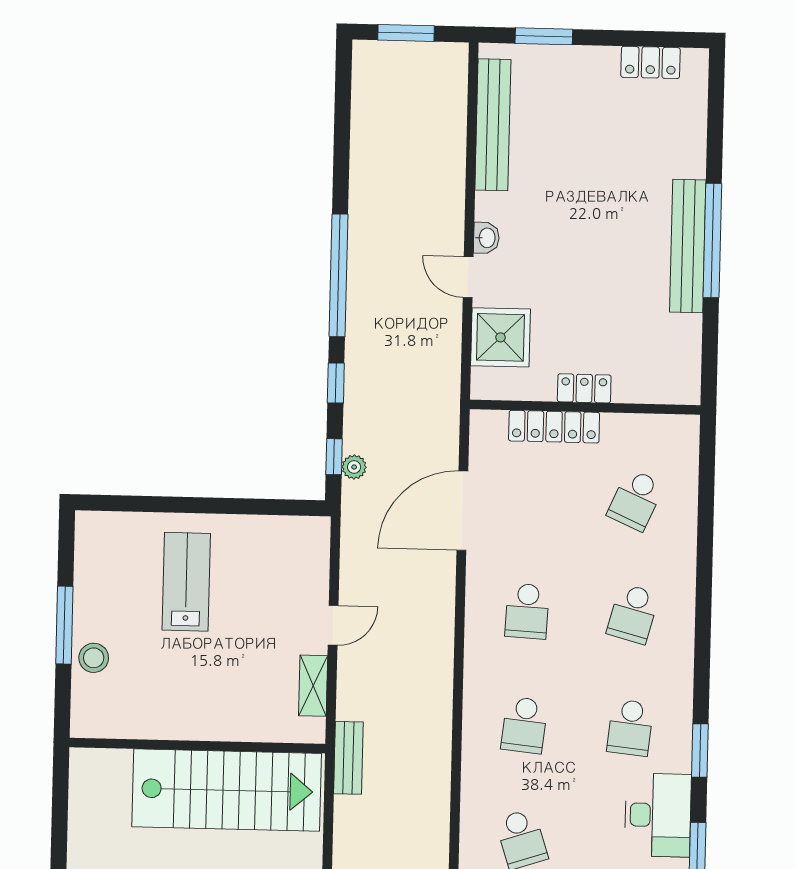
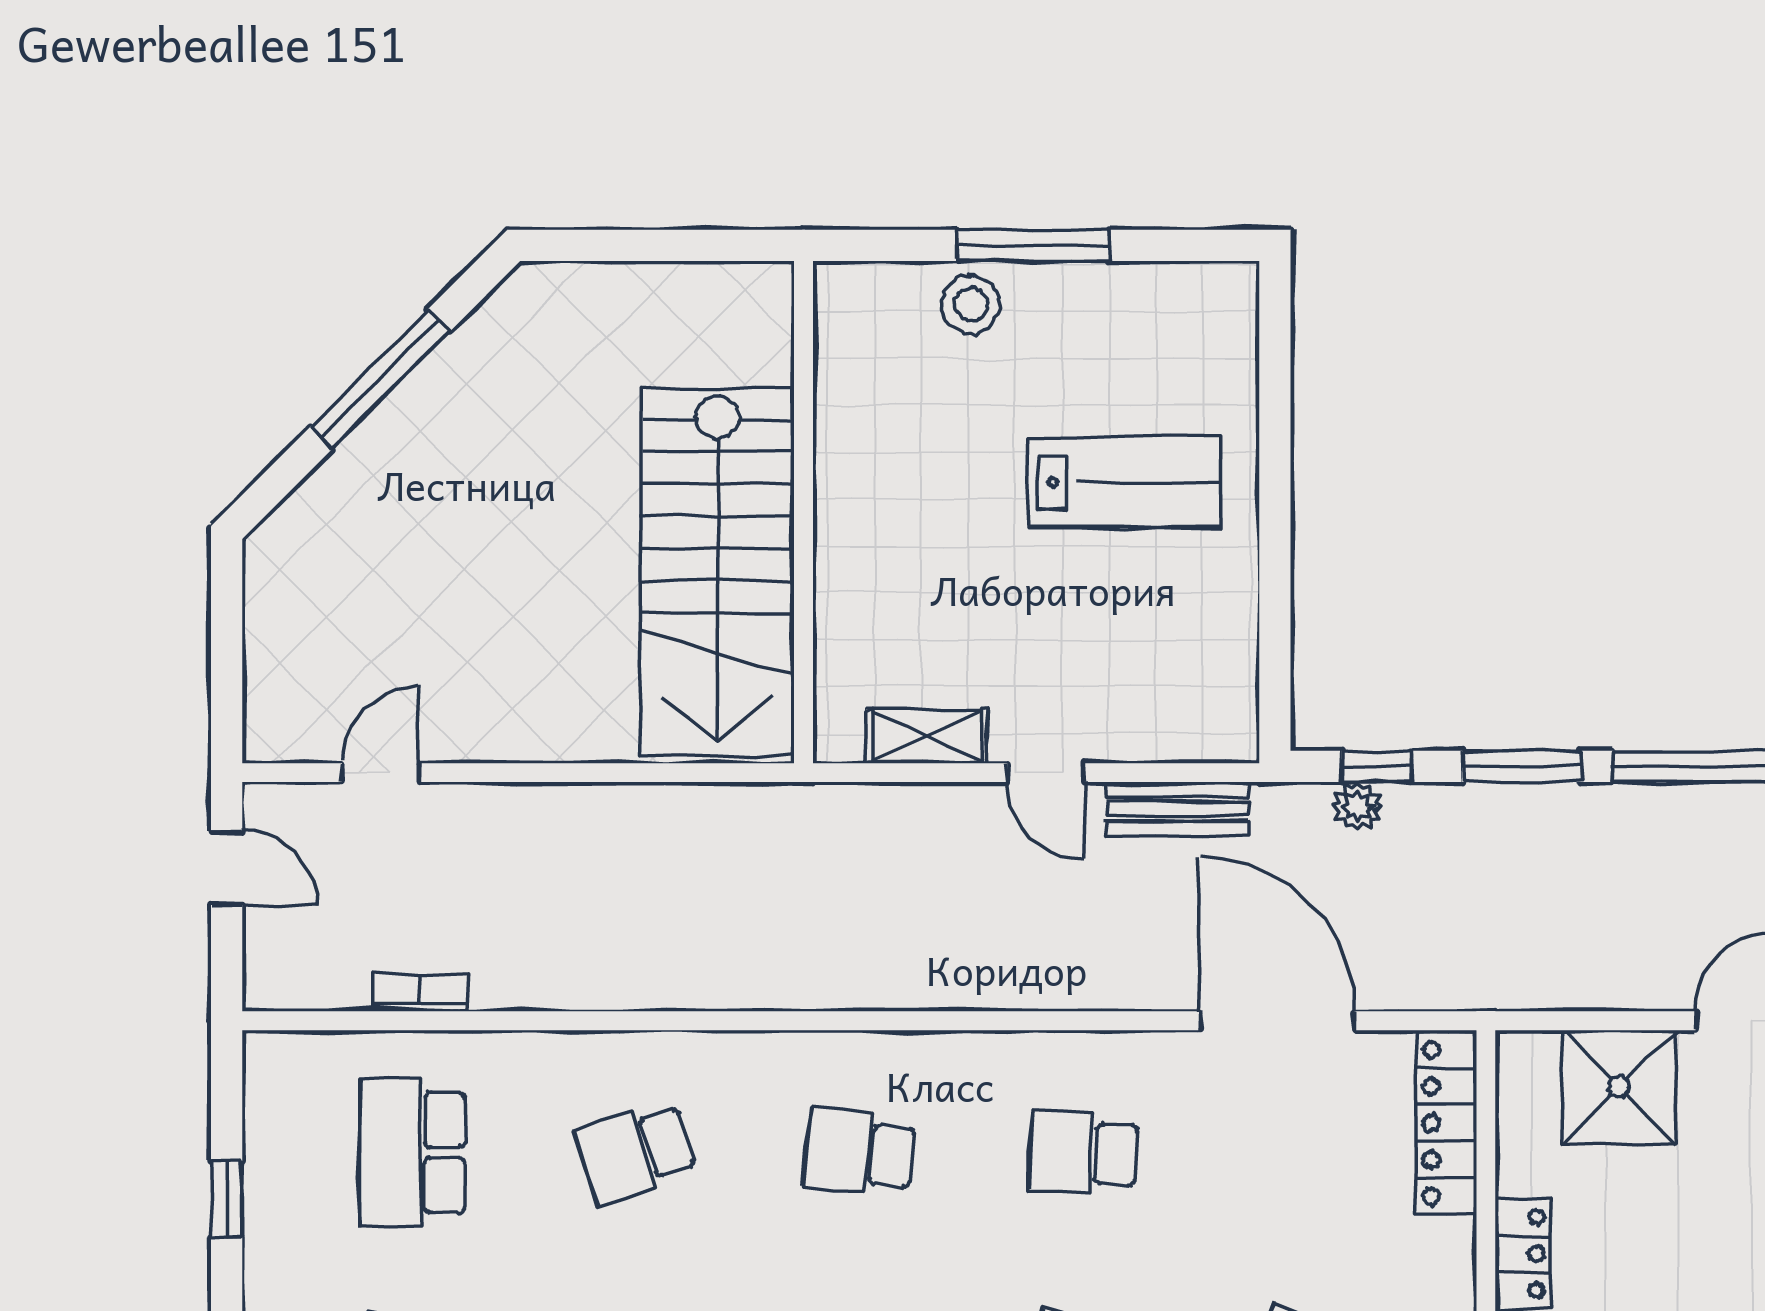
window: (336, 383) -> (1521, 766), width x1.50
locker: (554, 427) -> (1446, 1123), moved
bench: (348, 758) -> (1178, 809), moved

